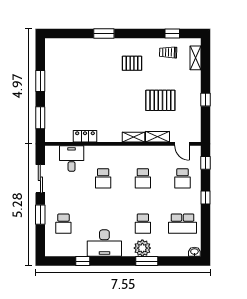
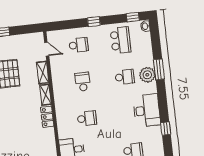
locker: (85, 136) -> (47, 117), moved
door: (182, 144) -> (47, 49), hinge flipped
window: (206, 163) -> (133, 17), moved
school desk: (143, 178) -> (83, 82), turned -90

